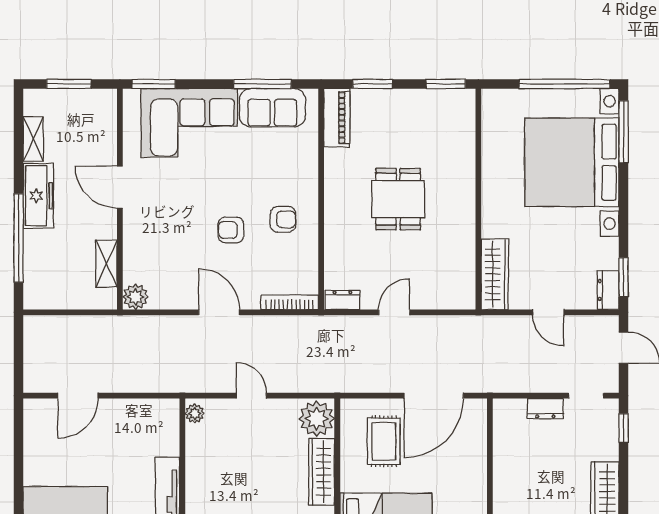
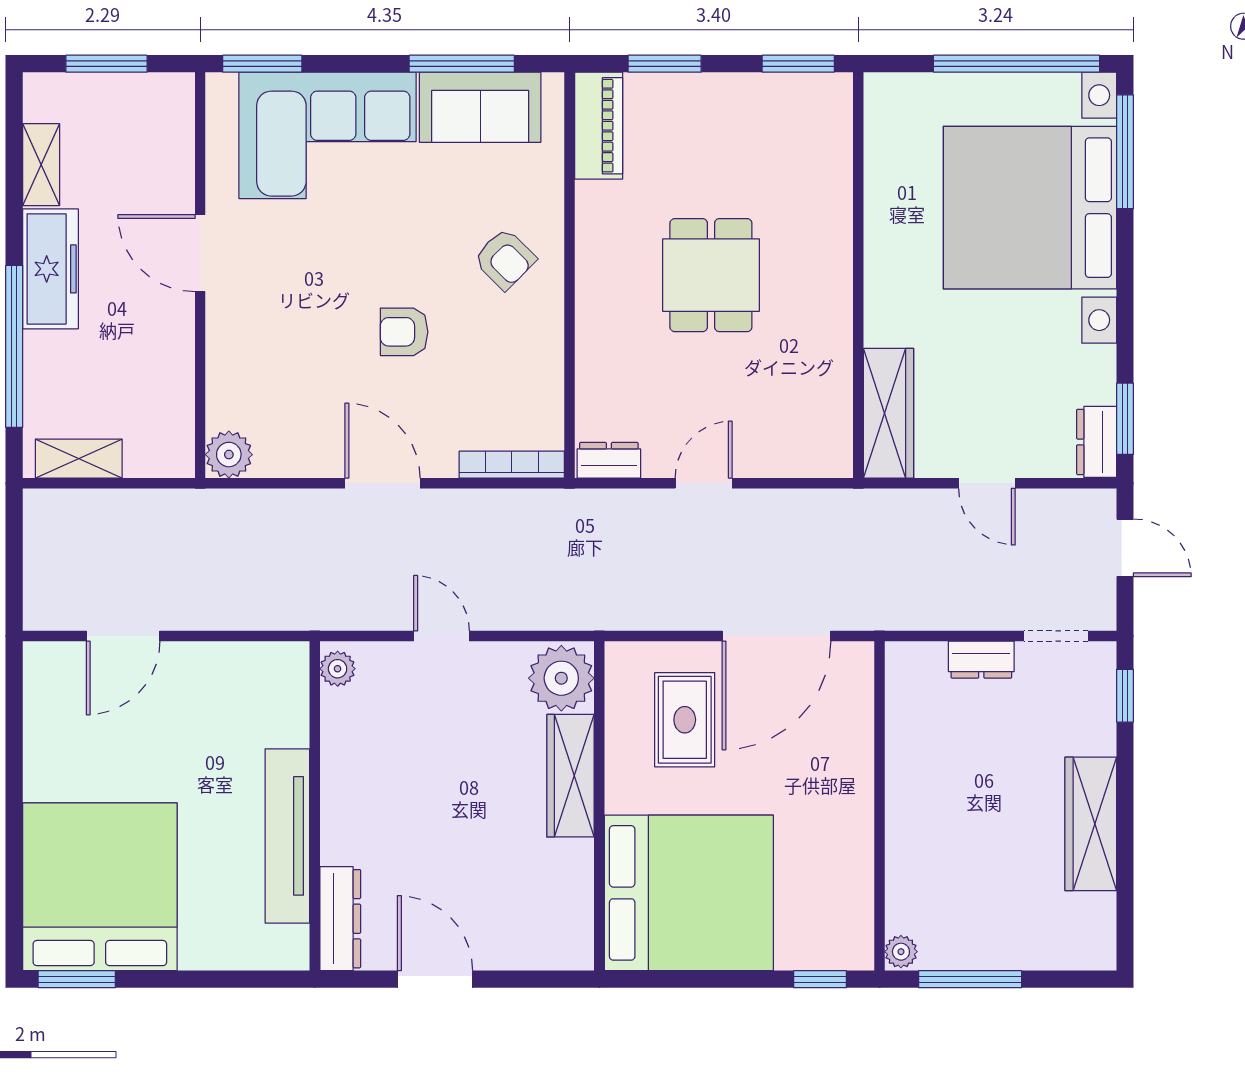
armchair: (283, 219) -> (505, 259), moved, turned 45
shelving: (106, 264) -> (79, 459), moved, turned 90

